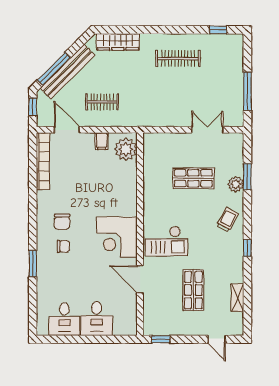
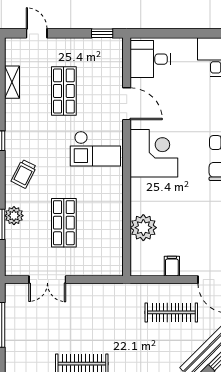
clothes rail: (102, 102) -> (171, 312), width x1.36
plant: (126, 149) -> (143, 228), moved
shop shelf: (193, 178) -> (64, 223), turned 90
checkout: (167, 241) -> (95, 149), turned 180
desk: (97, 318) -> (150, 59), moved, turned -90

